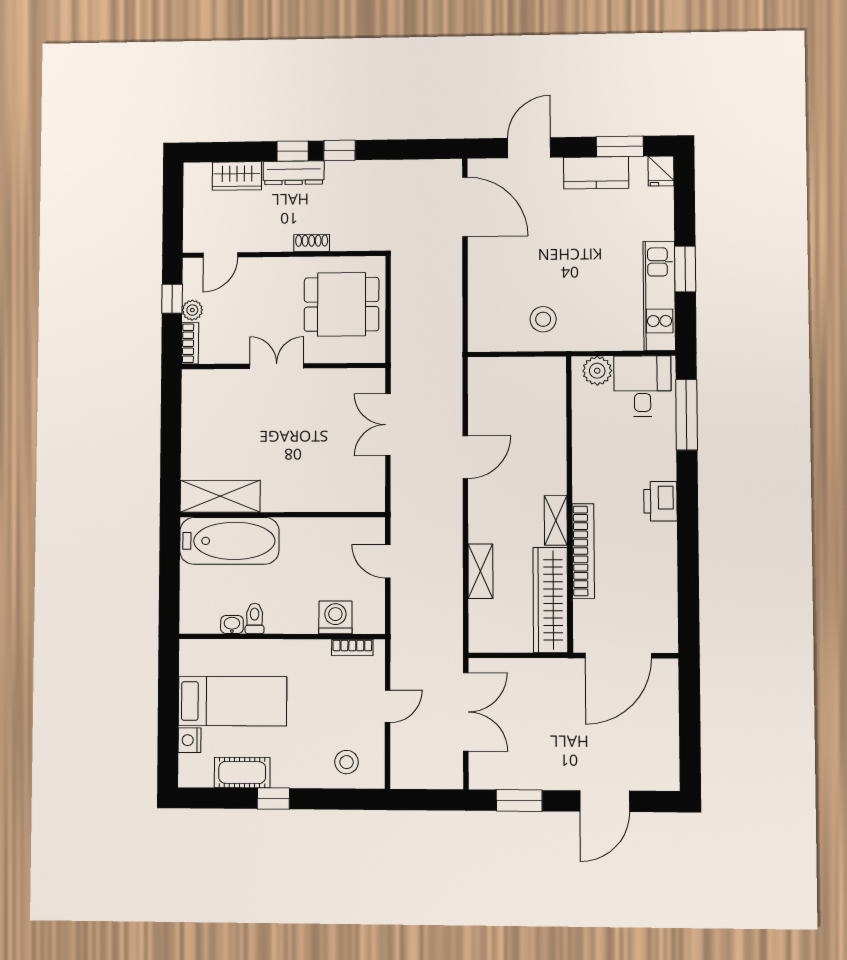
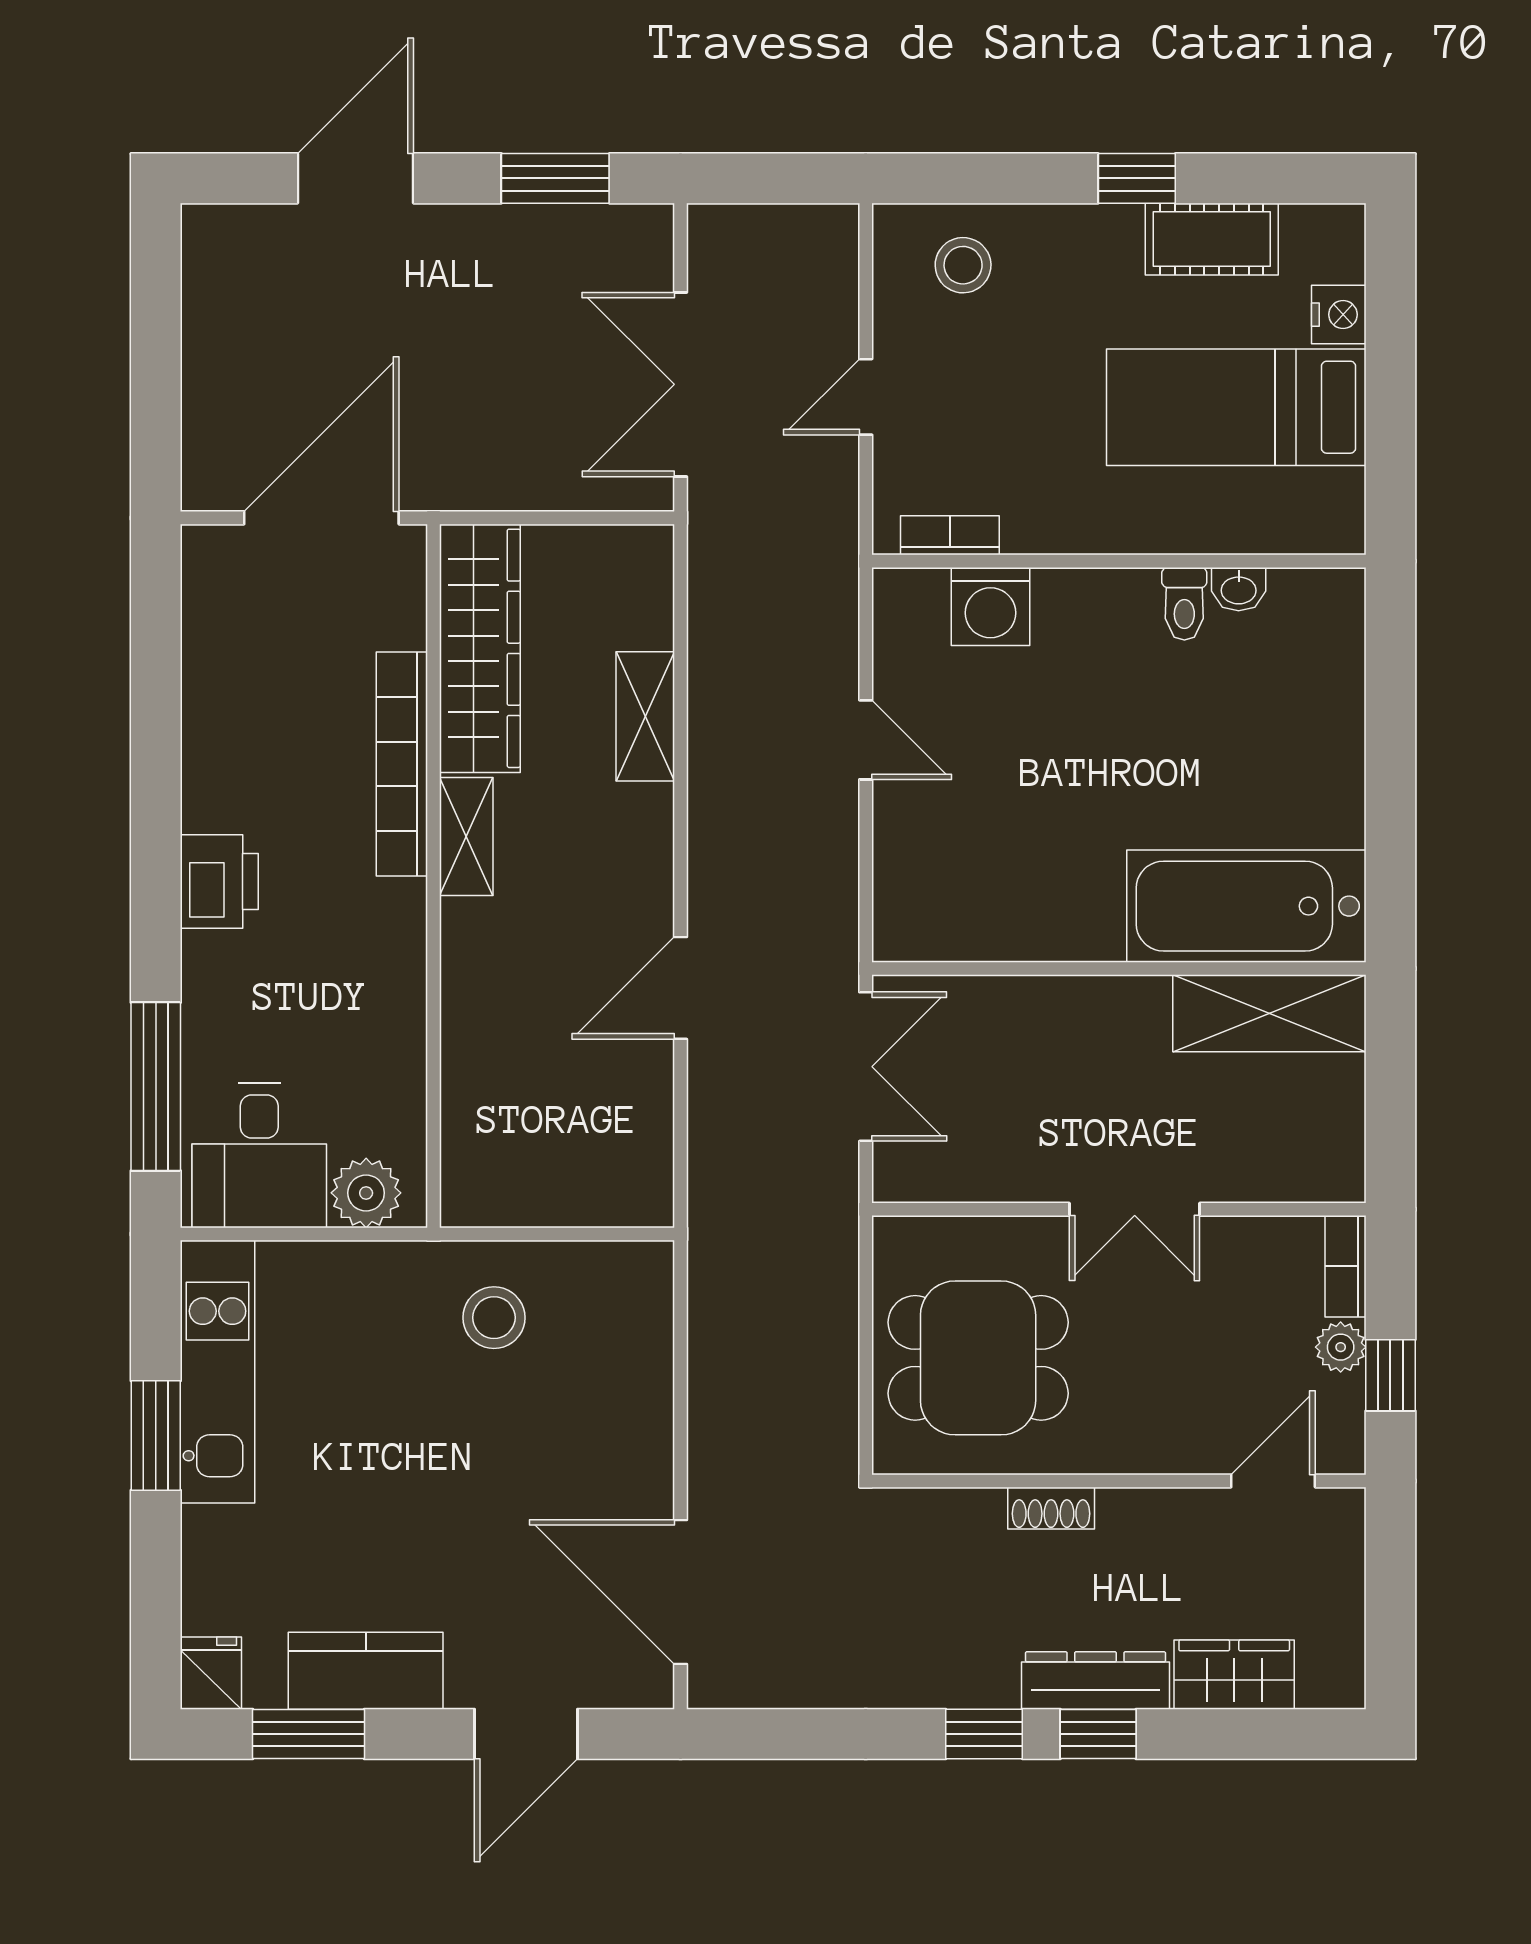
shelving: (220, 496) -> (1269, 1013), moved
wall: (282, 515) -> (1119, 969), moved
bathtub: (229, 541) -> (1246, 906), moved

